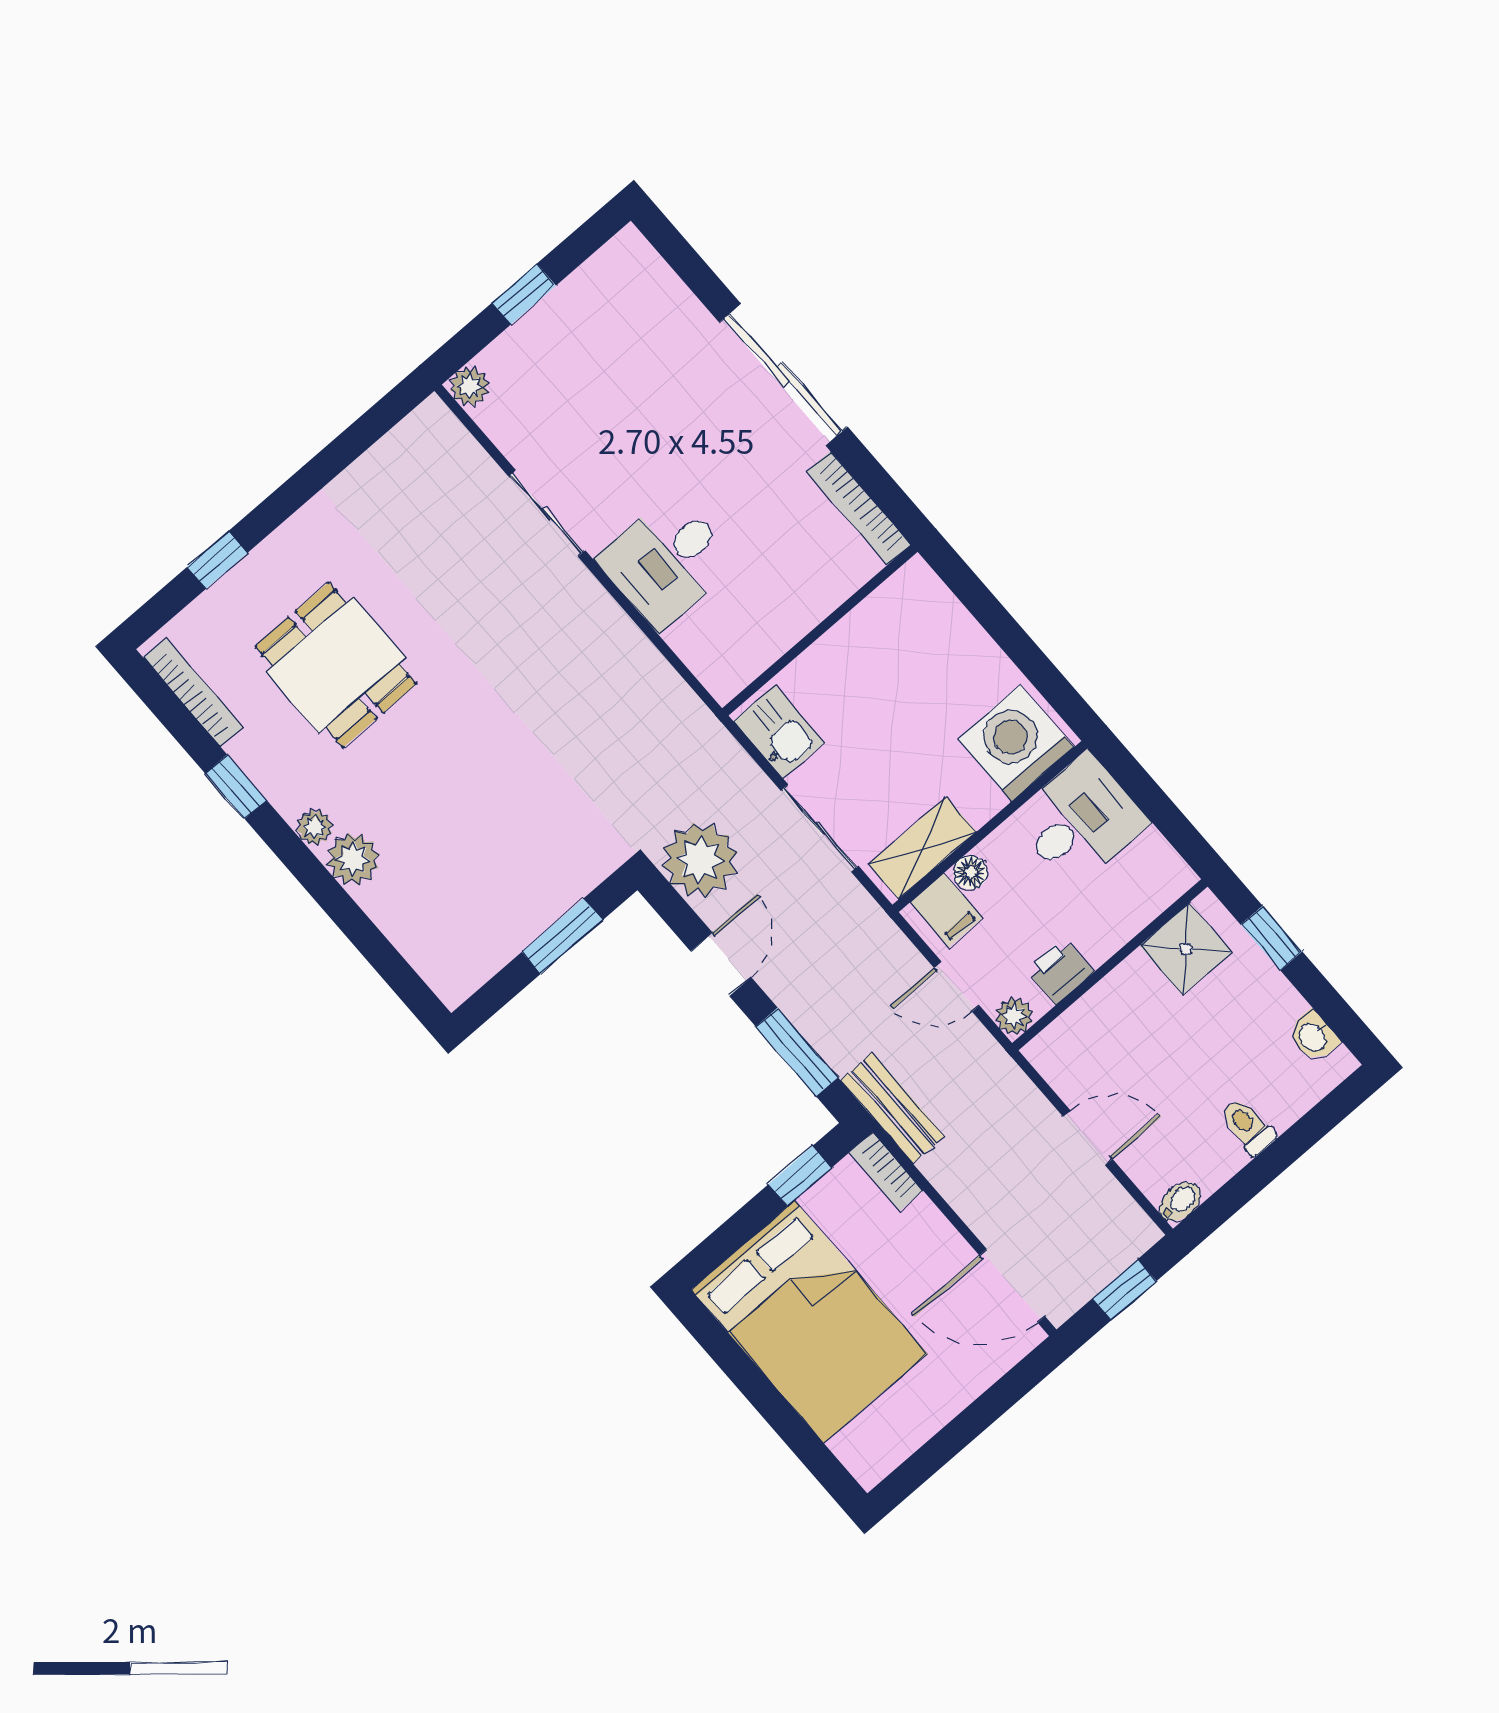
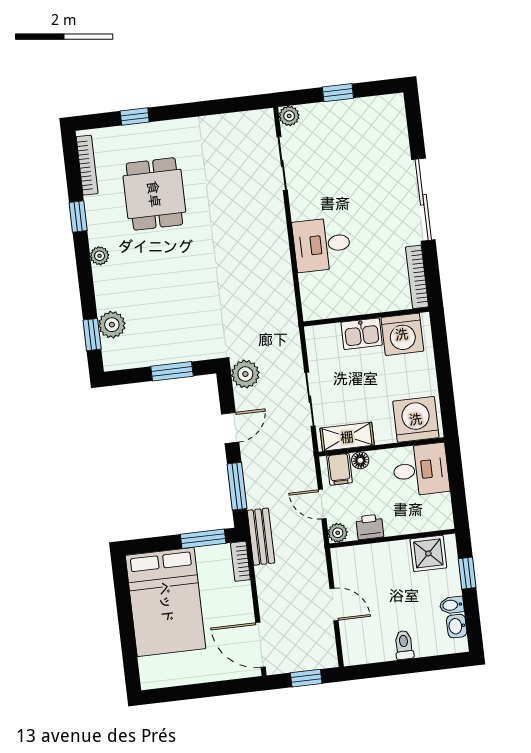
sliding door: (547, 513) -> (282, 163), moved
washing machine: (899, 619) -> (402, 334), added
kitchen sink: (779, 732) -> (362, 334), moved, turned 90
plant: (353, 859) -> (112, 325), moved
plant: (700, 860) -> (245, 374), width x0.73, depth x0.73
window: (390, 965) -> (92, 335), added
window: (800, 1176) -> (203, 539), width x1.50
bidet: (1180, 1202) -> (452, 605), moved, turned 180

